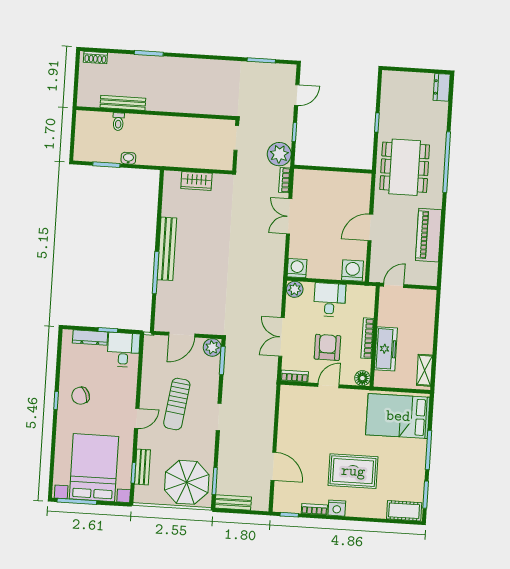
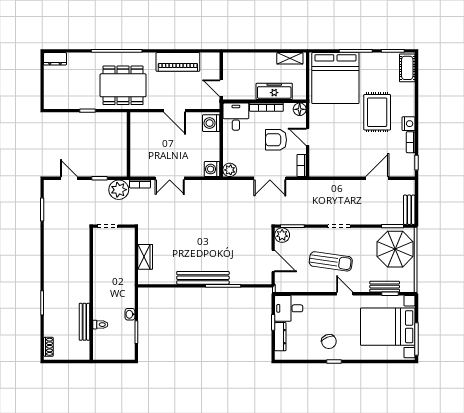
desk: (330, 300) -> (236, 117), moved, turned 90
bed: (398, 416) -> (335, 78), width x1.36

